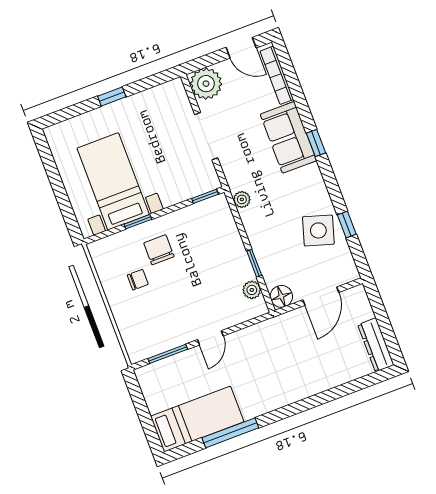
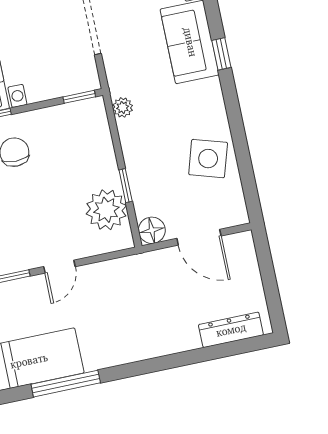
window: (347, 225) -> (243, 157), removed
plant: (252, 290) -> (106, 210), width x1.87, depth x1.87
door: (321, 296) -> (199, 237), hinge flipped
dresser: (376, 345) -> (231, 330), moved, turned 90

